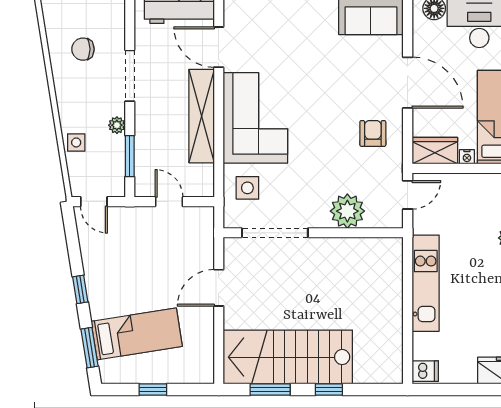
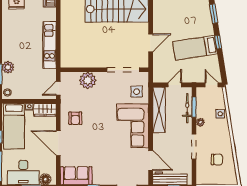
shelving: (202, 116) -> (159, 110), moved
bicycle: (144, 154) -> (187, 108), added
door: (169, 202) -> (175, 85), swing flipped
bed: (137, 334) -> (195, 48), moved

